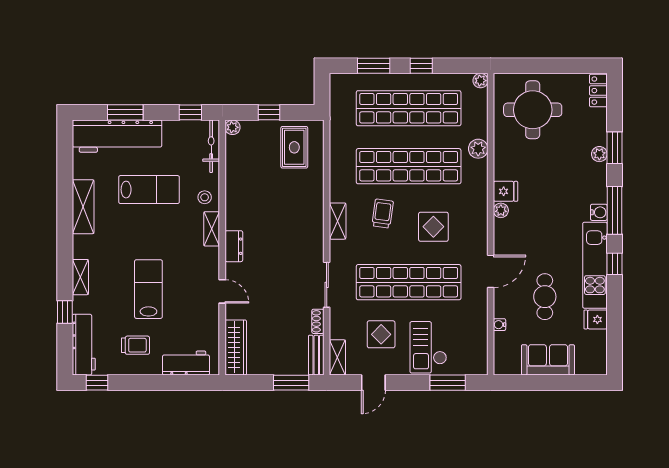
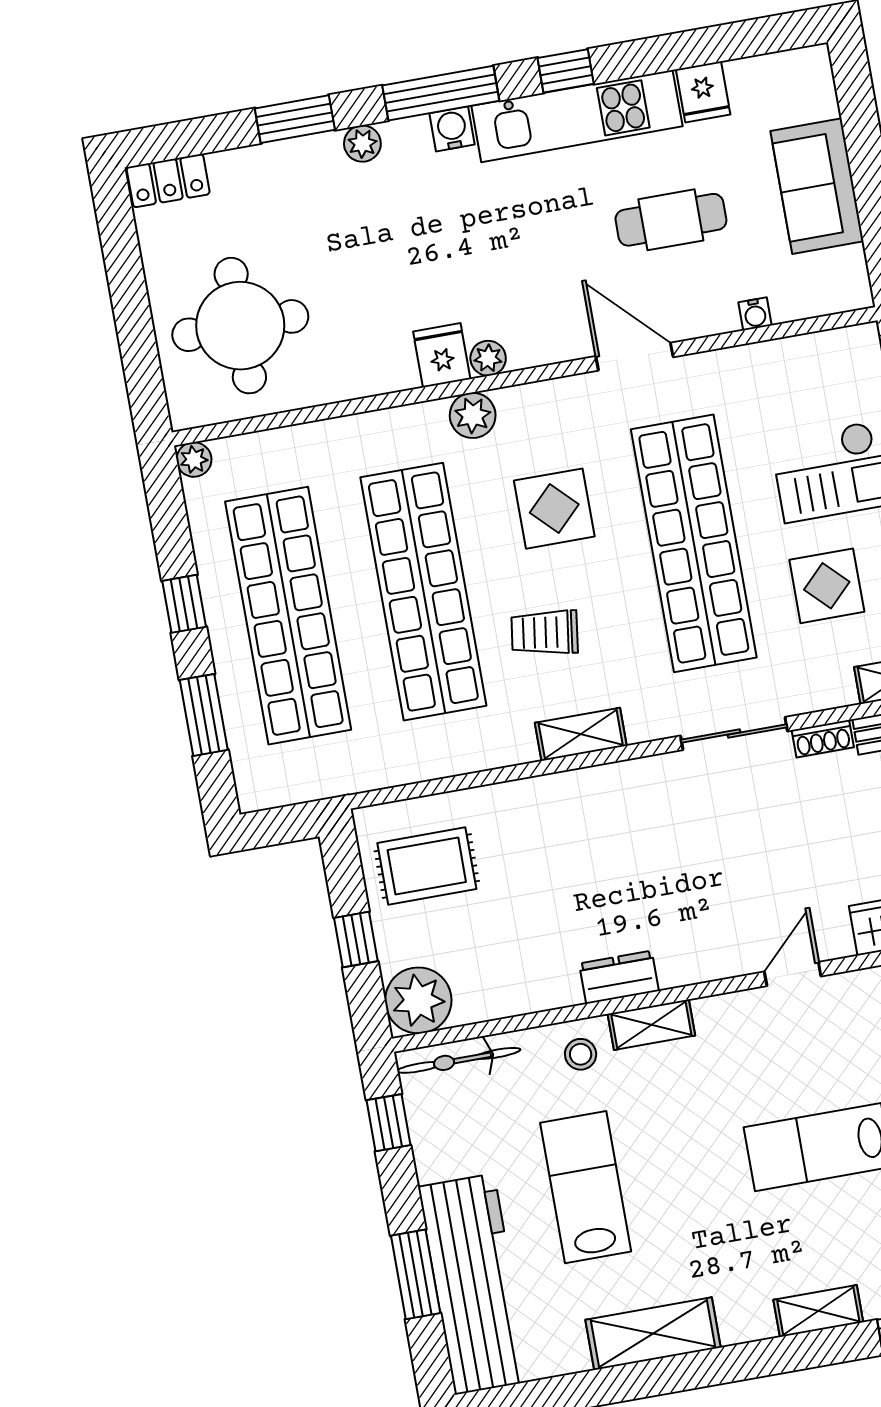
plant: (233, 127) -> (418, 1000), width x1.88, depth x1.88
plant: (478, 149) -> (473, 415), moved
plant: (599, 154) -> (362, 144), moved
dresser: (234, 246) -> (619, 977), moved

